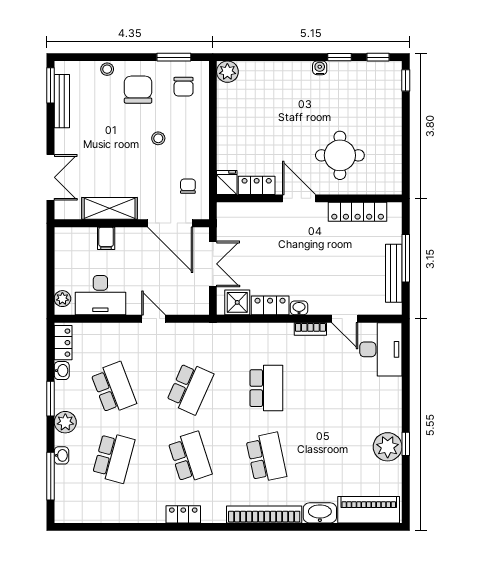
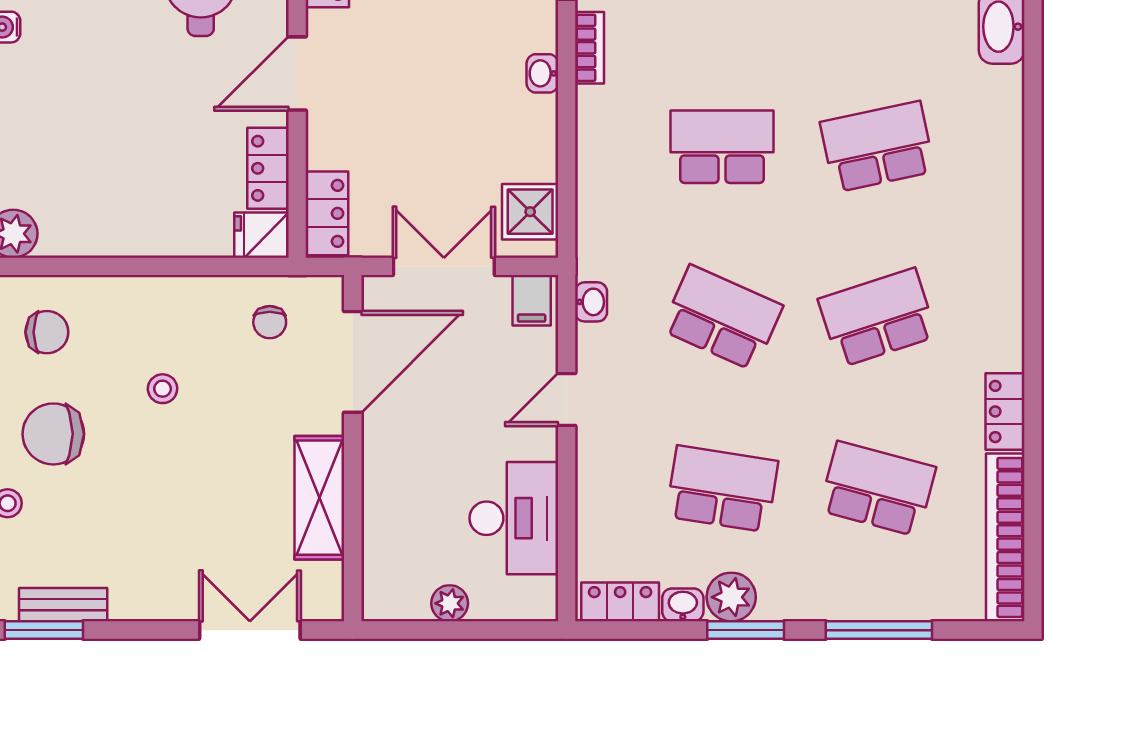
bench: (62, 101) -> (63, 605), width x0.73
chair: (188, 186) -> (270, 322), turned -90
filing cabinet: (106, 238) -> (532, 300), moved, turned 90
plant: (62, 299) -> (450, 603), moved
locker: (270, 305) -> (327, 213), moved, turned 180
school desk: (114, 388) -> (722, 489), turned 30
plant: (65, 422) -> (731, 597), moved
washbasin: (61, 455) -> (591, 302), moved, turned 90
window: (51, 476) -> (879, 630), moved
locker: (183, 514) -> (1005, 411), moved
bookcase: (264, 515) -> (1005, 537), moved

